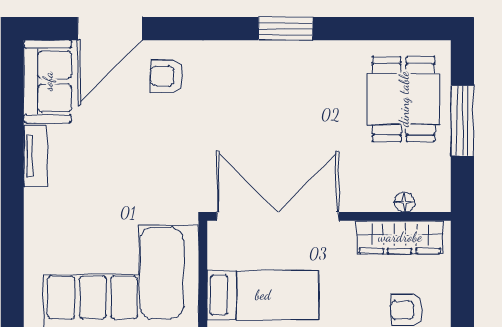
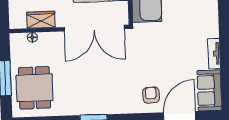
armchair: (167, 76) -> (151, 95), turned -93
wardrobe: (400, 237) -> (41, 20), width x0.67

